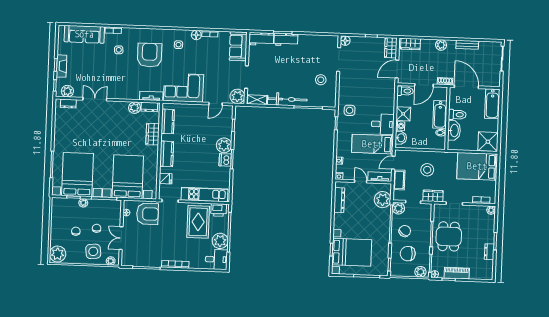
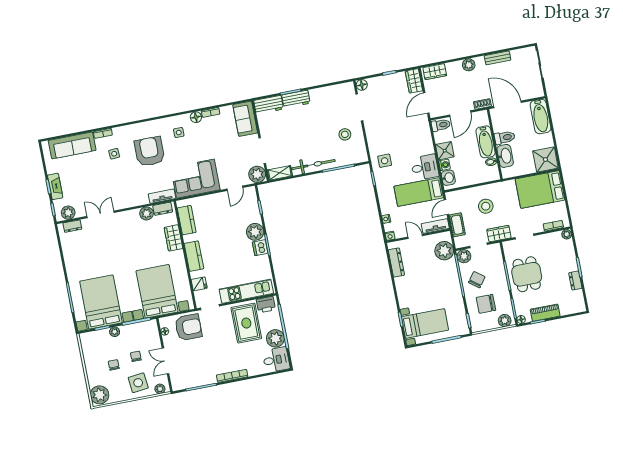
bed with nightstands: (352, 252) -> (425, 323), width x0.73

